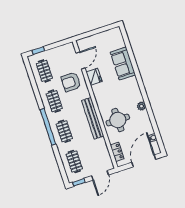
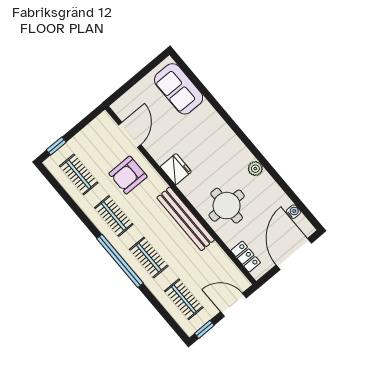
sofa: (123, 64) -> (179, 89), moved
fridge: (94, 77) -> (176, 169), moved
door: (100, 175) -> (233, 305), swing flipped

